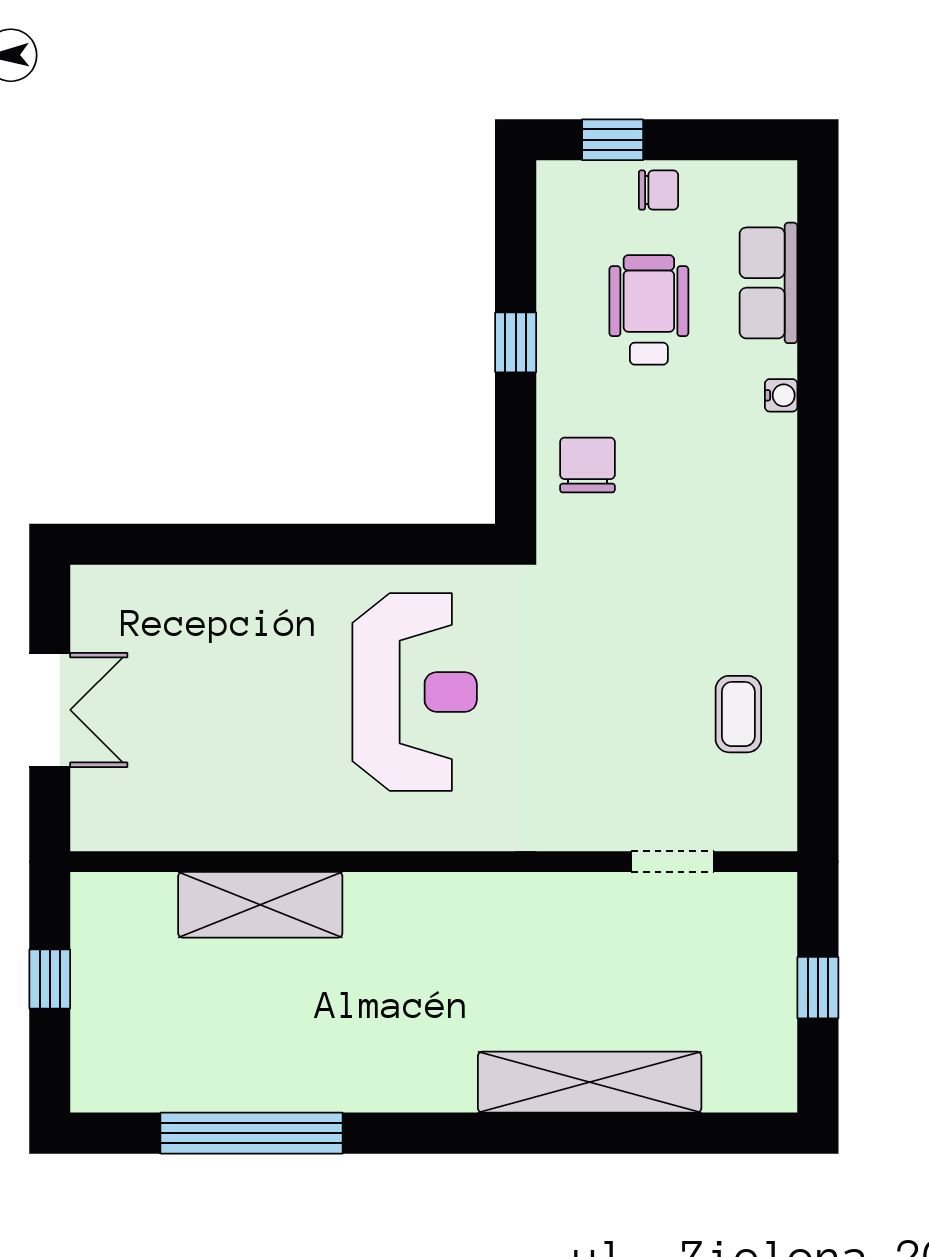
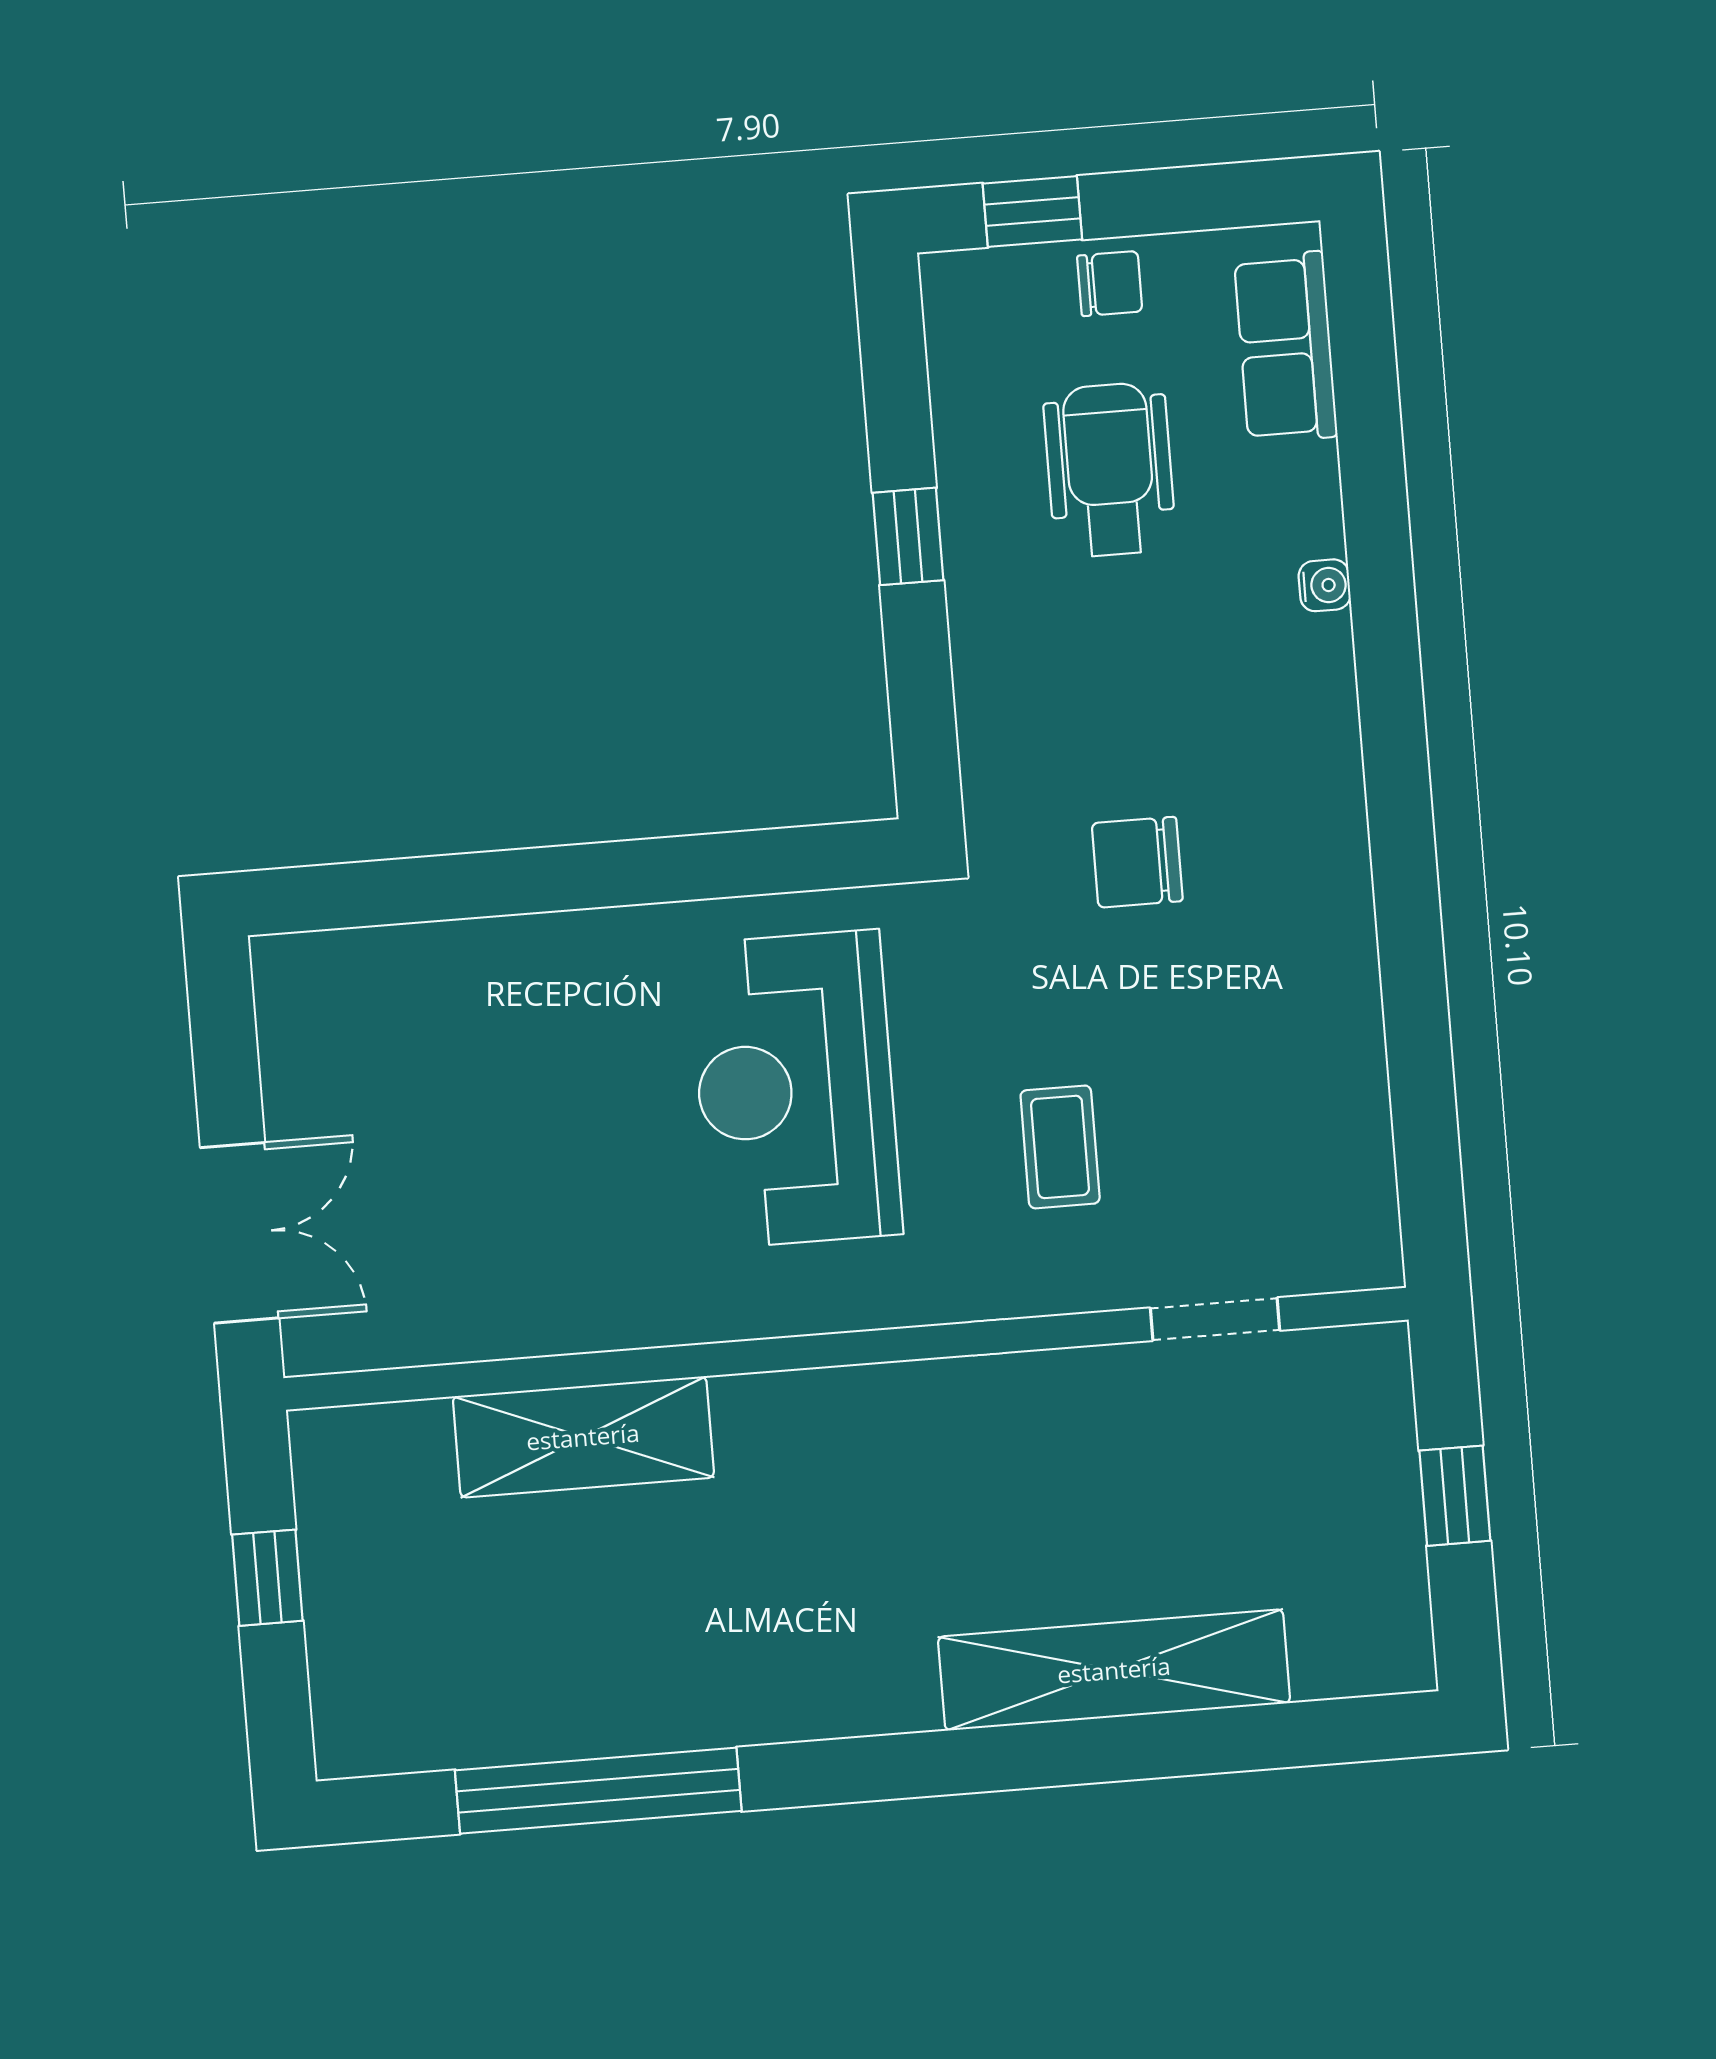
row of seats: (768, 283) -> (1286, 347), moved
chair: (587, 465) -> (1137, 862), moved, turned -90
reception desk: (415, 692) -> (795, 1089), turned 180
double door: (50, 710) -> (240, 1233), moved
coffee table: (738, 714) -> (1060, 1147), moved

